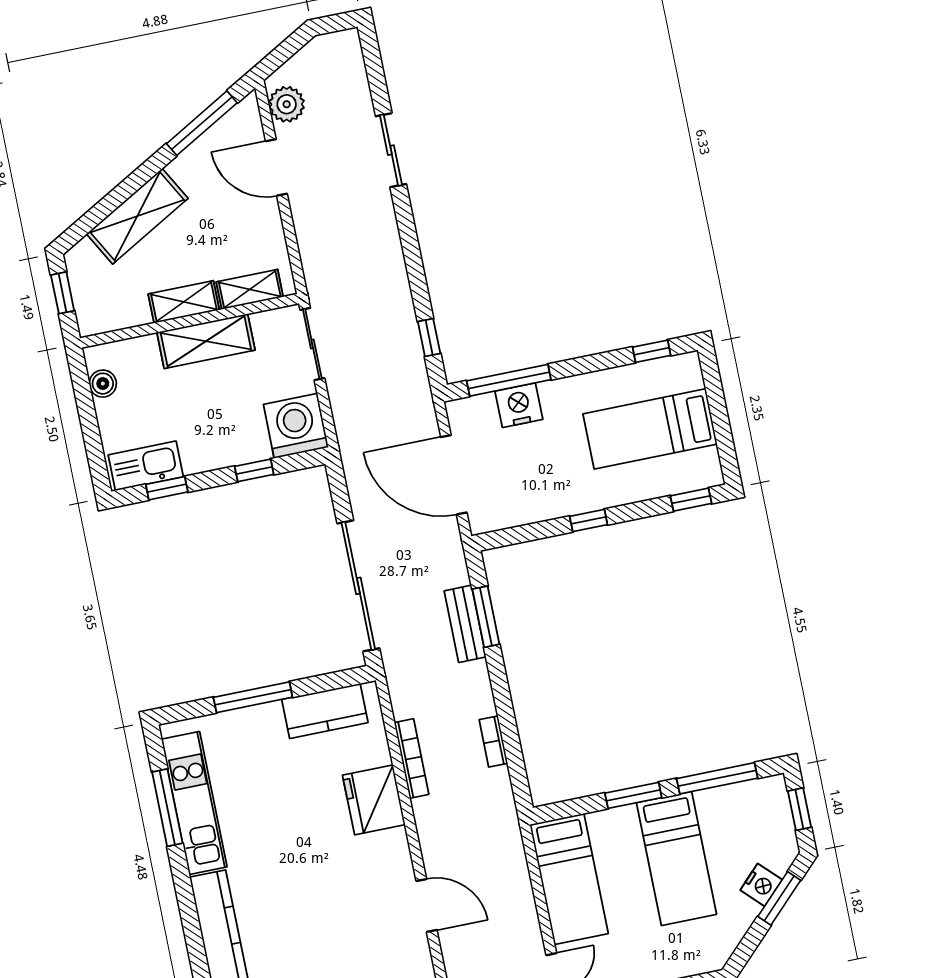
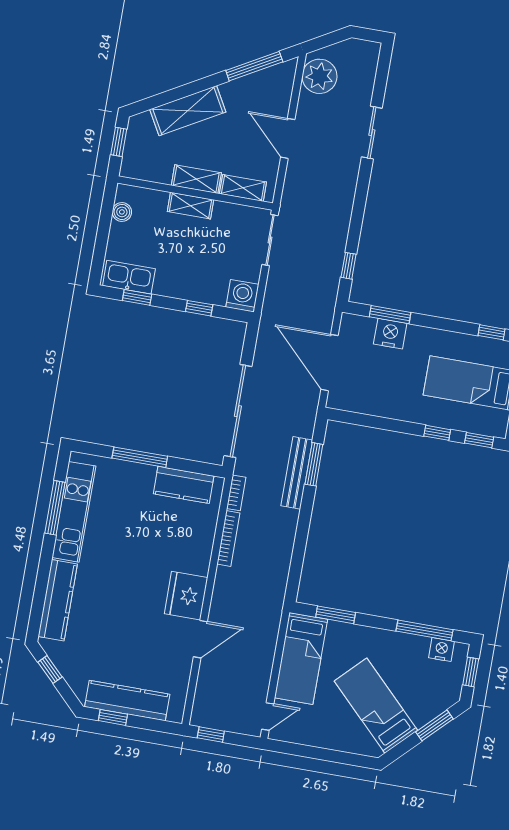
plant: (287, 104) -> (319, 76), width x1.36, depth x1.36
door: (276, 167) -> (288, 138), moved
shelving: (206, 341) -> (191, 206), width x0.67, depth x0.75
window: (509, 380) -> (390, 315), width x0.69
washing machine: (296, 426) -> (242, 296), width x0.73, depth x0.73
window: (589, 520) -> (437, 433), moved
bench: (465, 624) -> (297, 473), width x1.36
bookcase: (493, 741) -> (236, 493), moved, turned 180
window: (633, 795) -> (336, 615), moved
fridge: (374, 800) -> (186, 596), moved
bed: (676, 859) -> (376, 706), moved, turned 135
nightstand: (761, 885) -> (441, 650), moved, turned -135
door: (427, 906) -> (200, 639), hinge flipped

